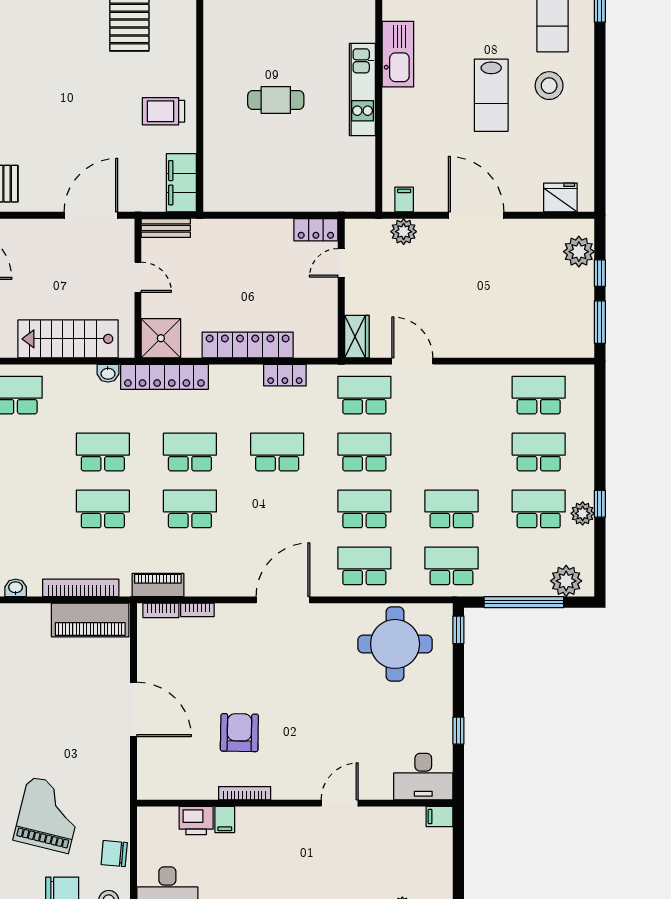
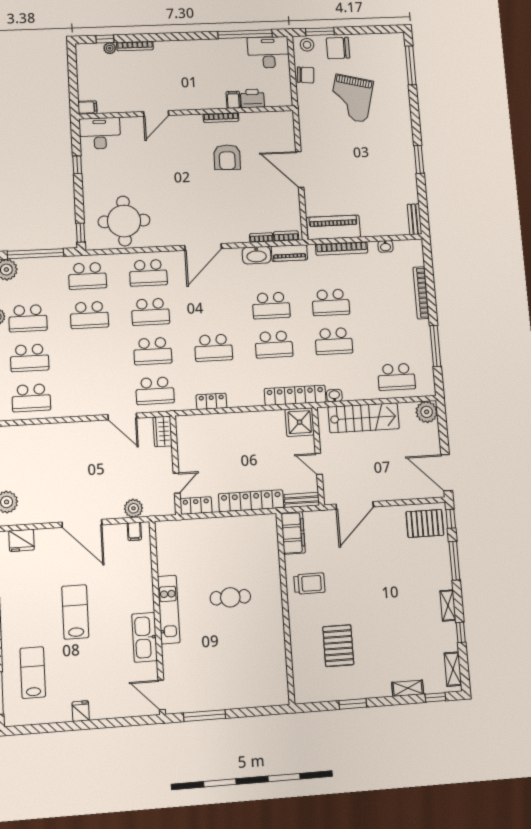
stool: (549, 86) -> (33, 622), removed
locker: (248, 345) -> (251, 501), moved, turned 180
washbasin: (206, 584) -> (257, 255), added

